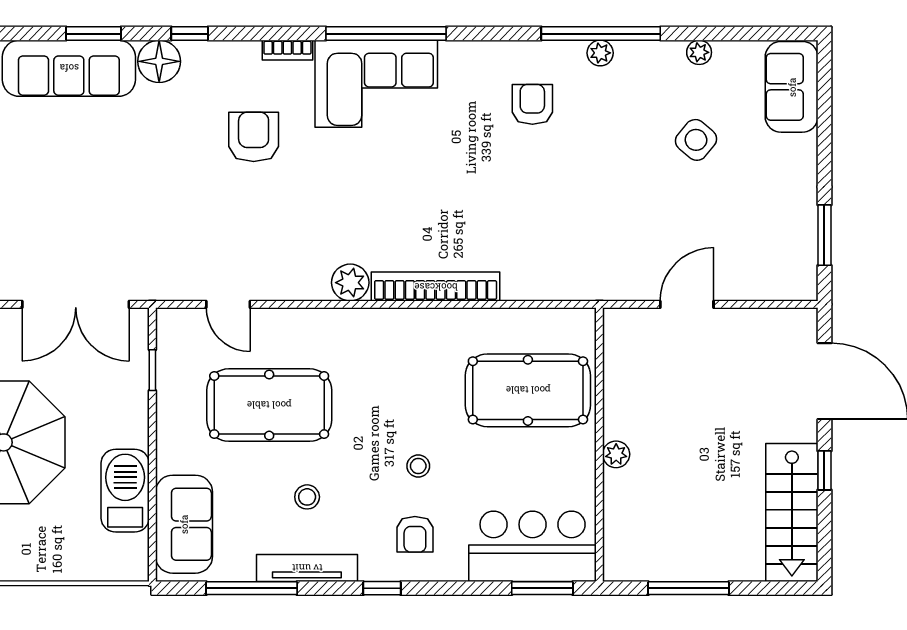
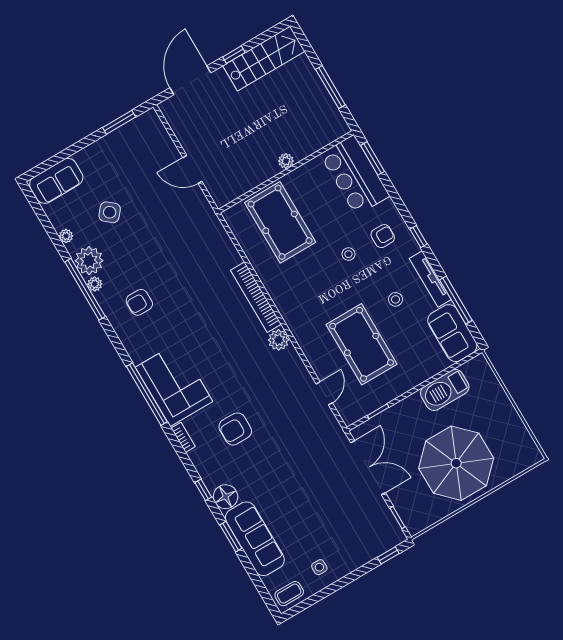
plant: (641, 65) -> (89, 261), added
sofa: (184, 524) -> (452, 333), moved, turned -90

